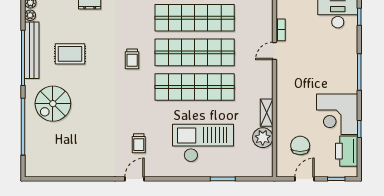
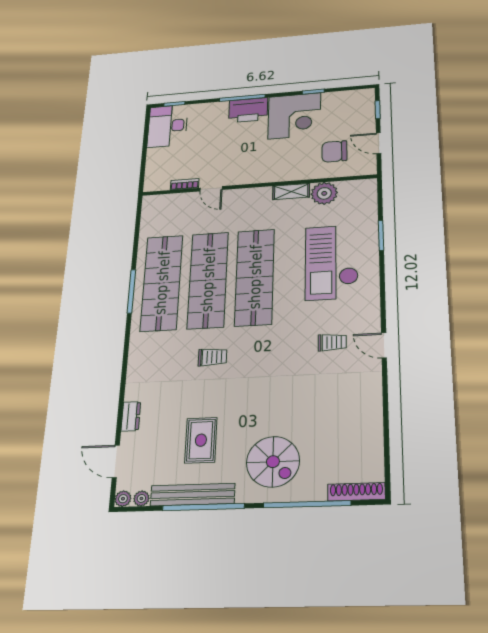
printer: (347, 151) -> (248, 110), moved
shoe rack: (30, 159) -> (356, 492), added

